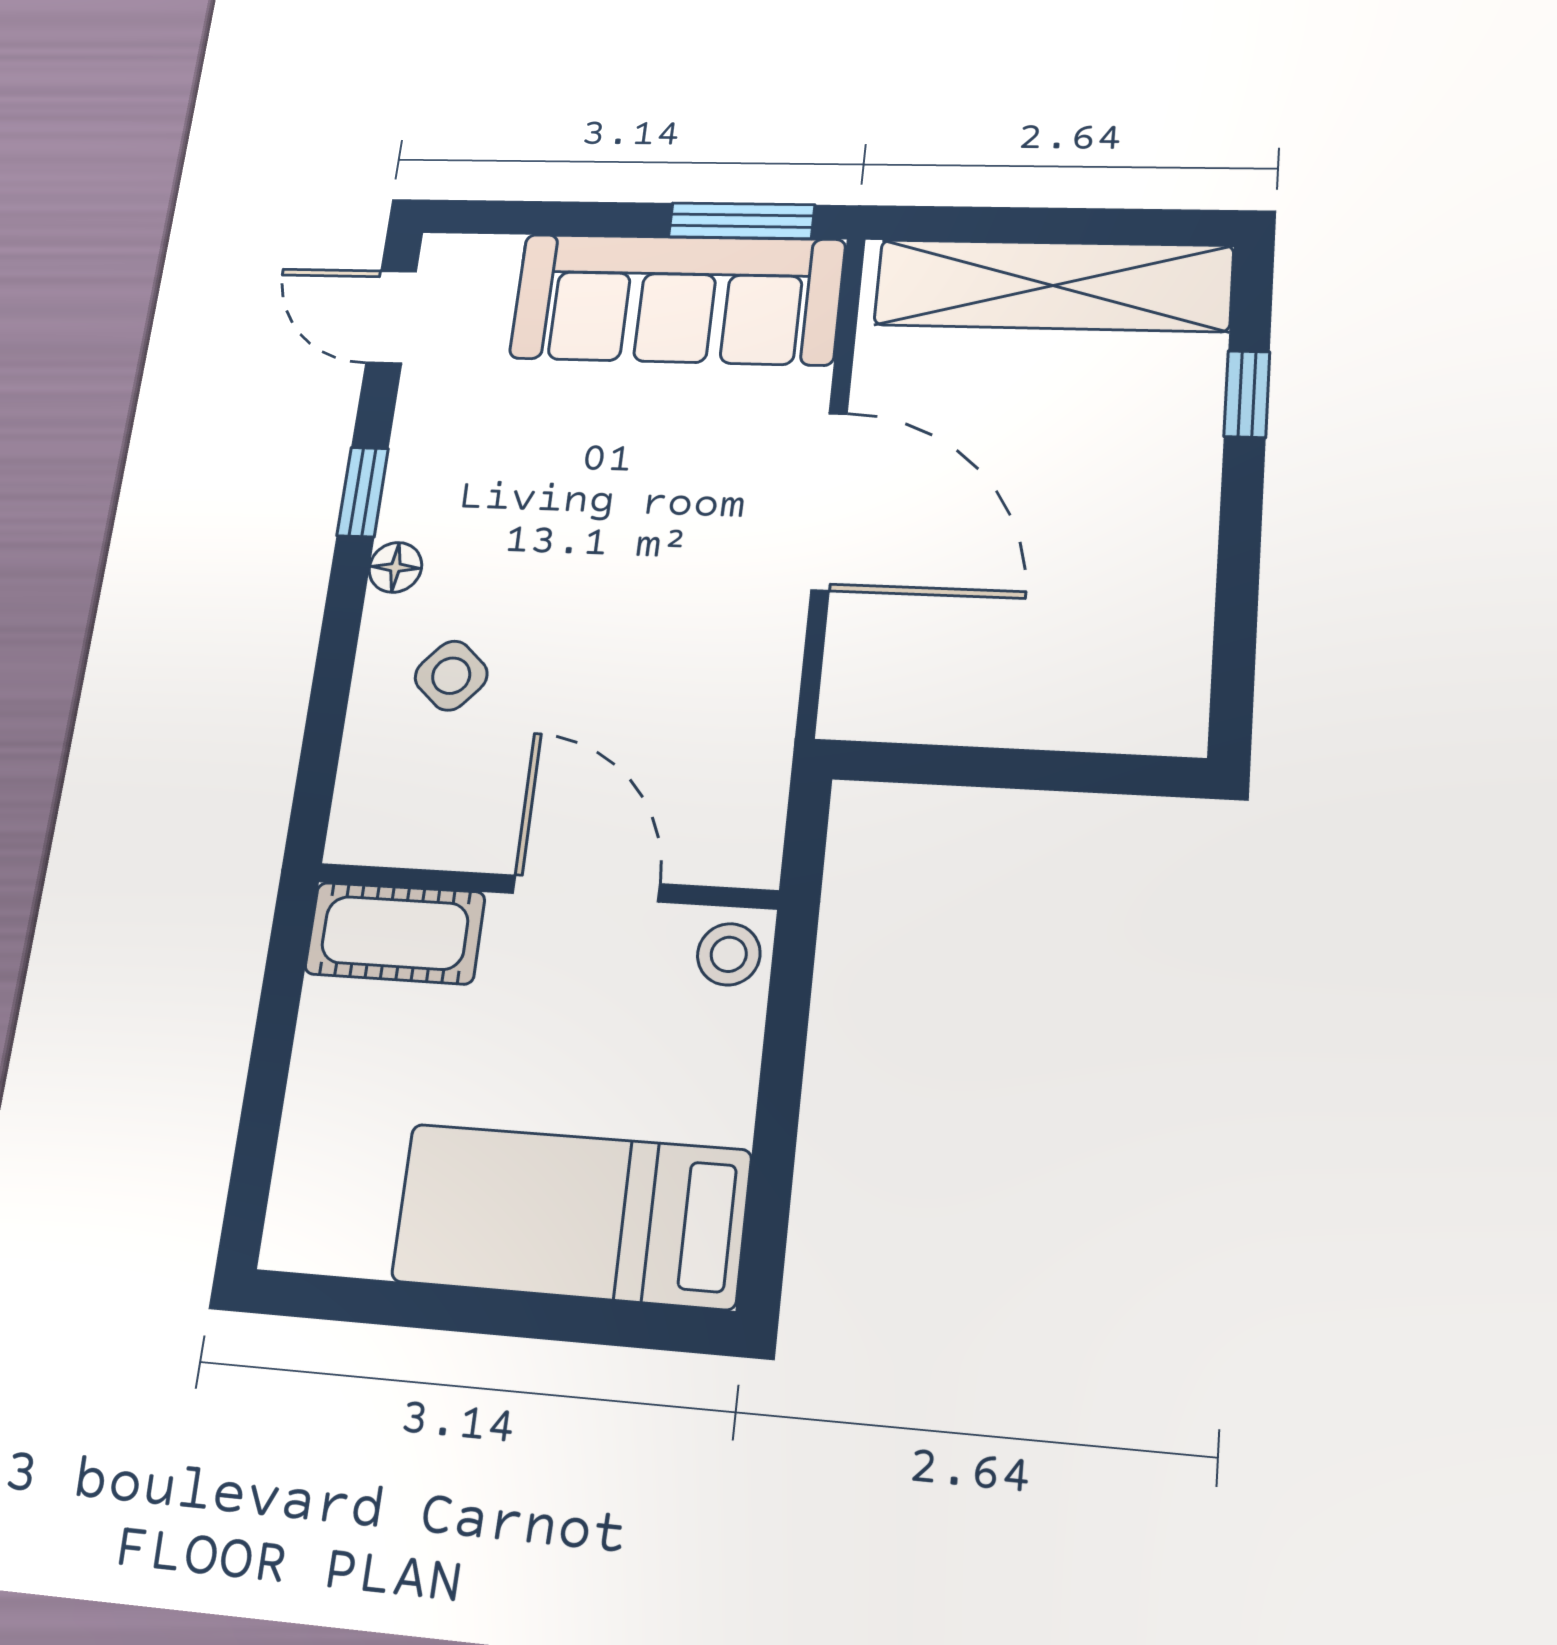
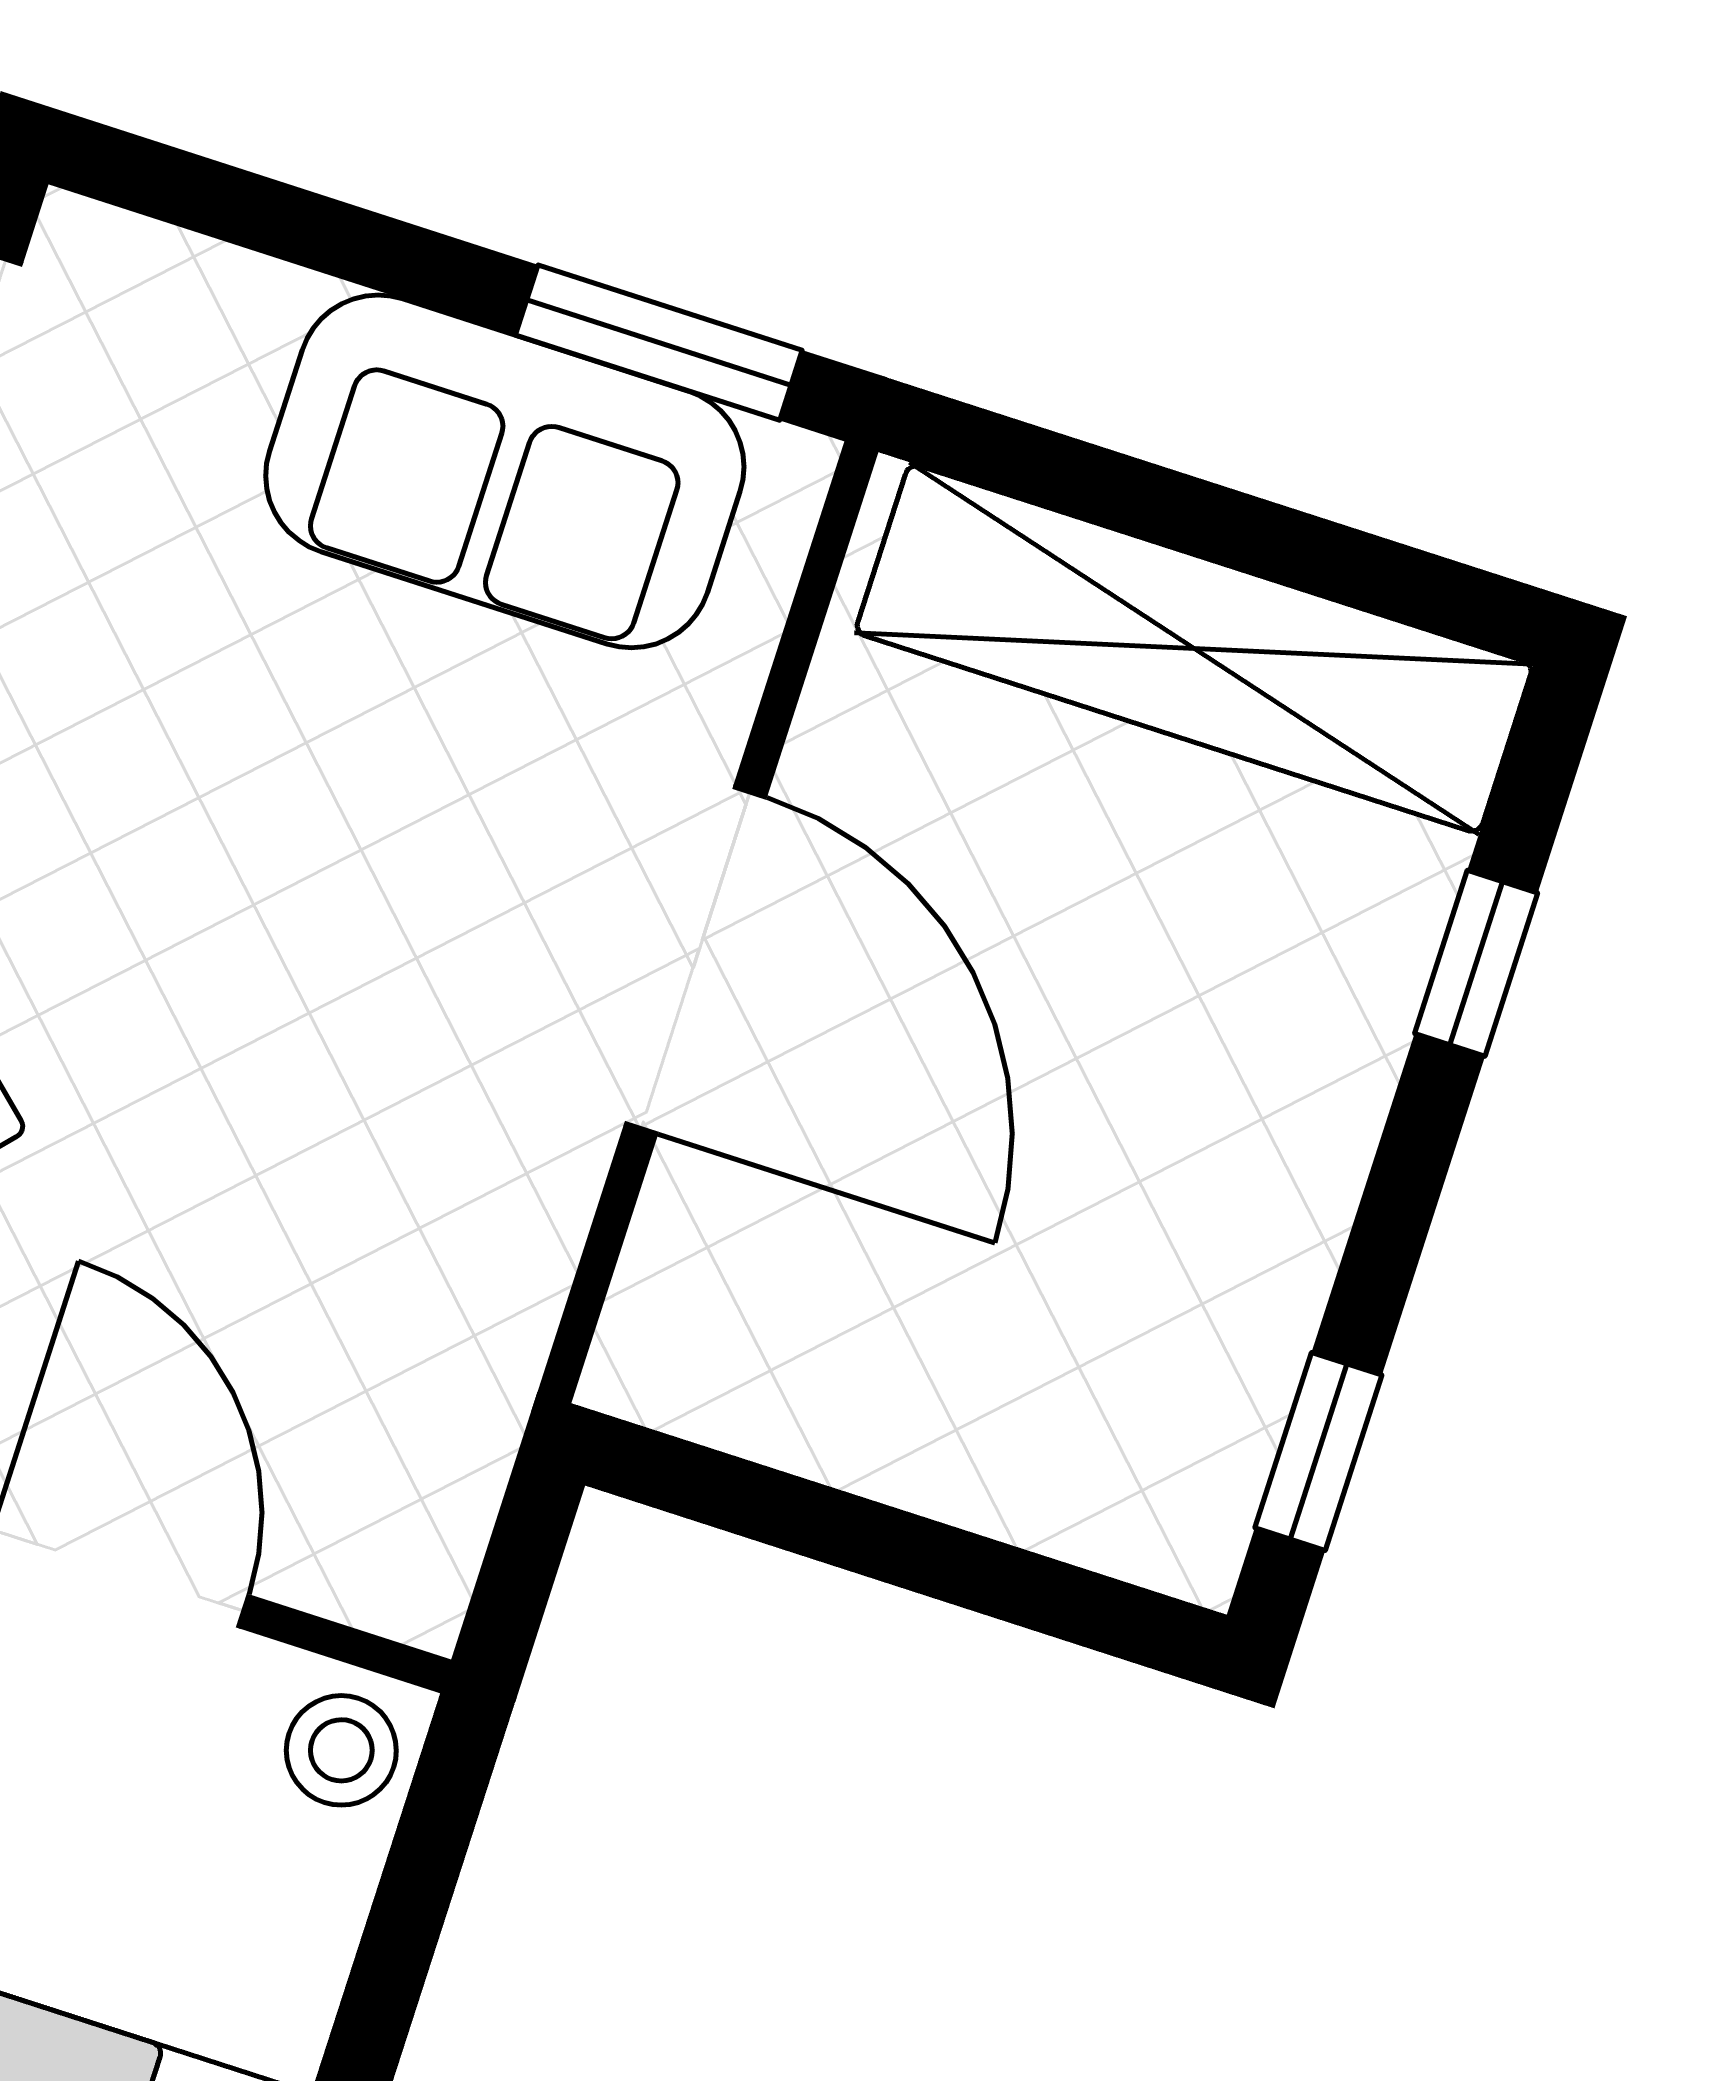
sofa: (677, 299) -> (505, 471), width x0.73
window: (1234, 659) -> (1318, 1451), added

